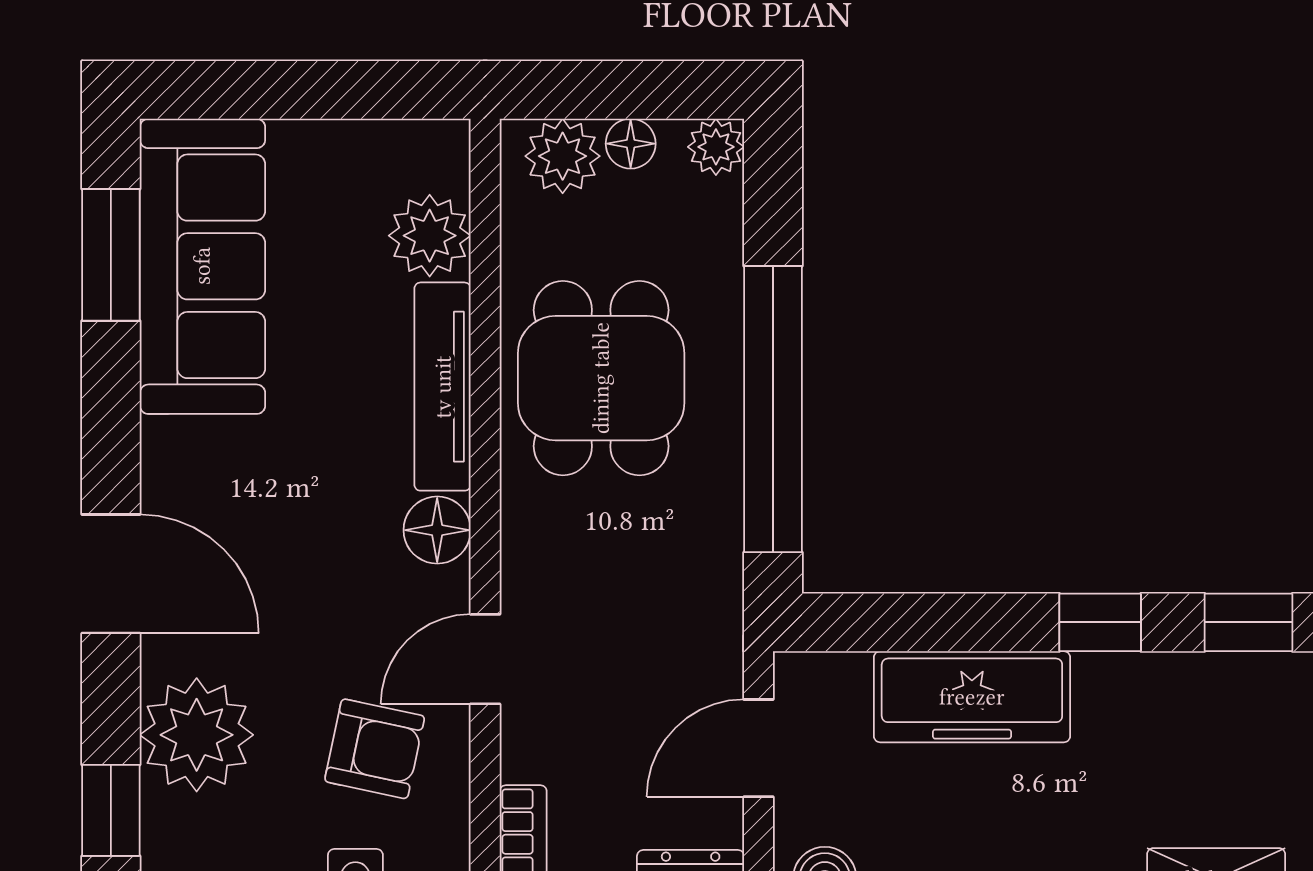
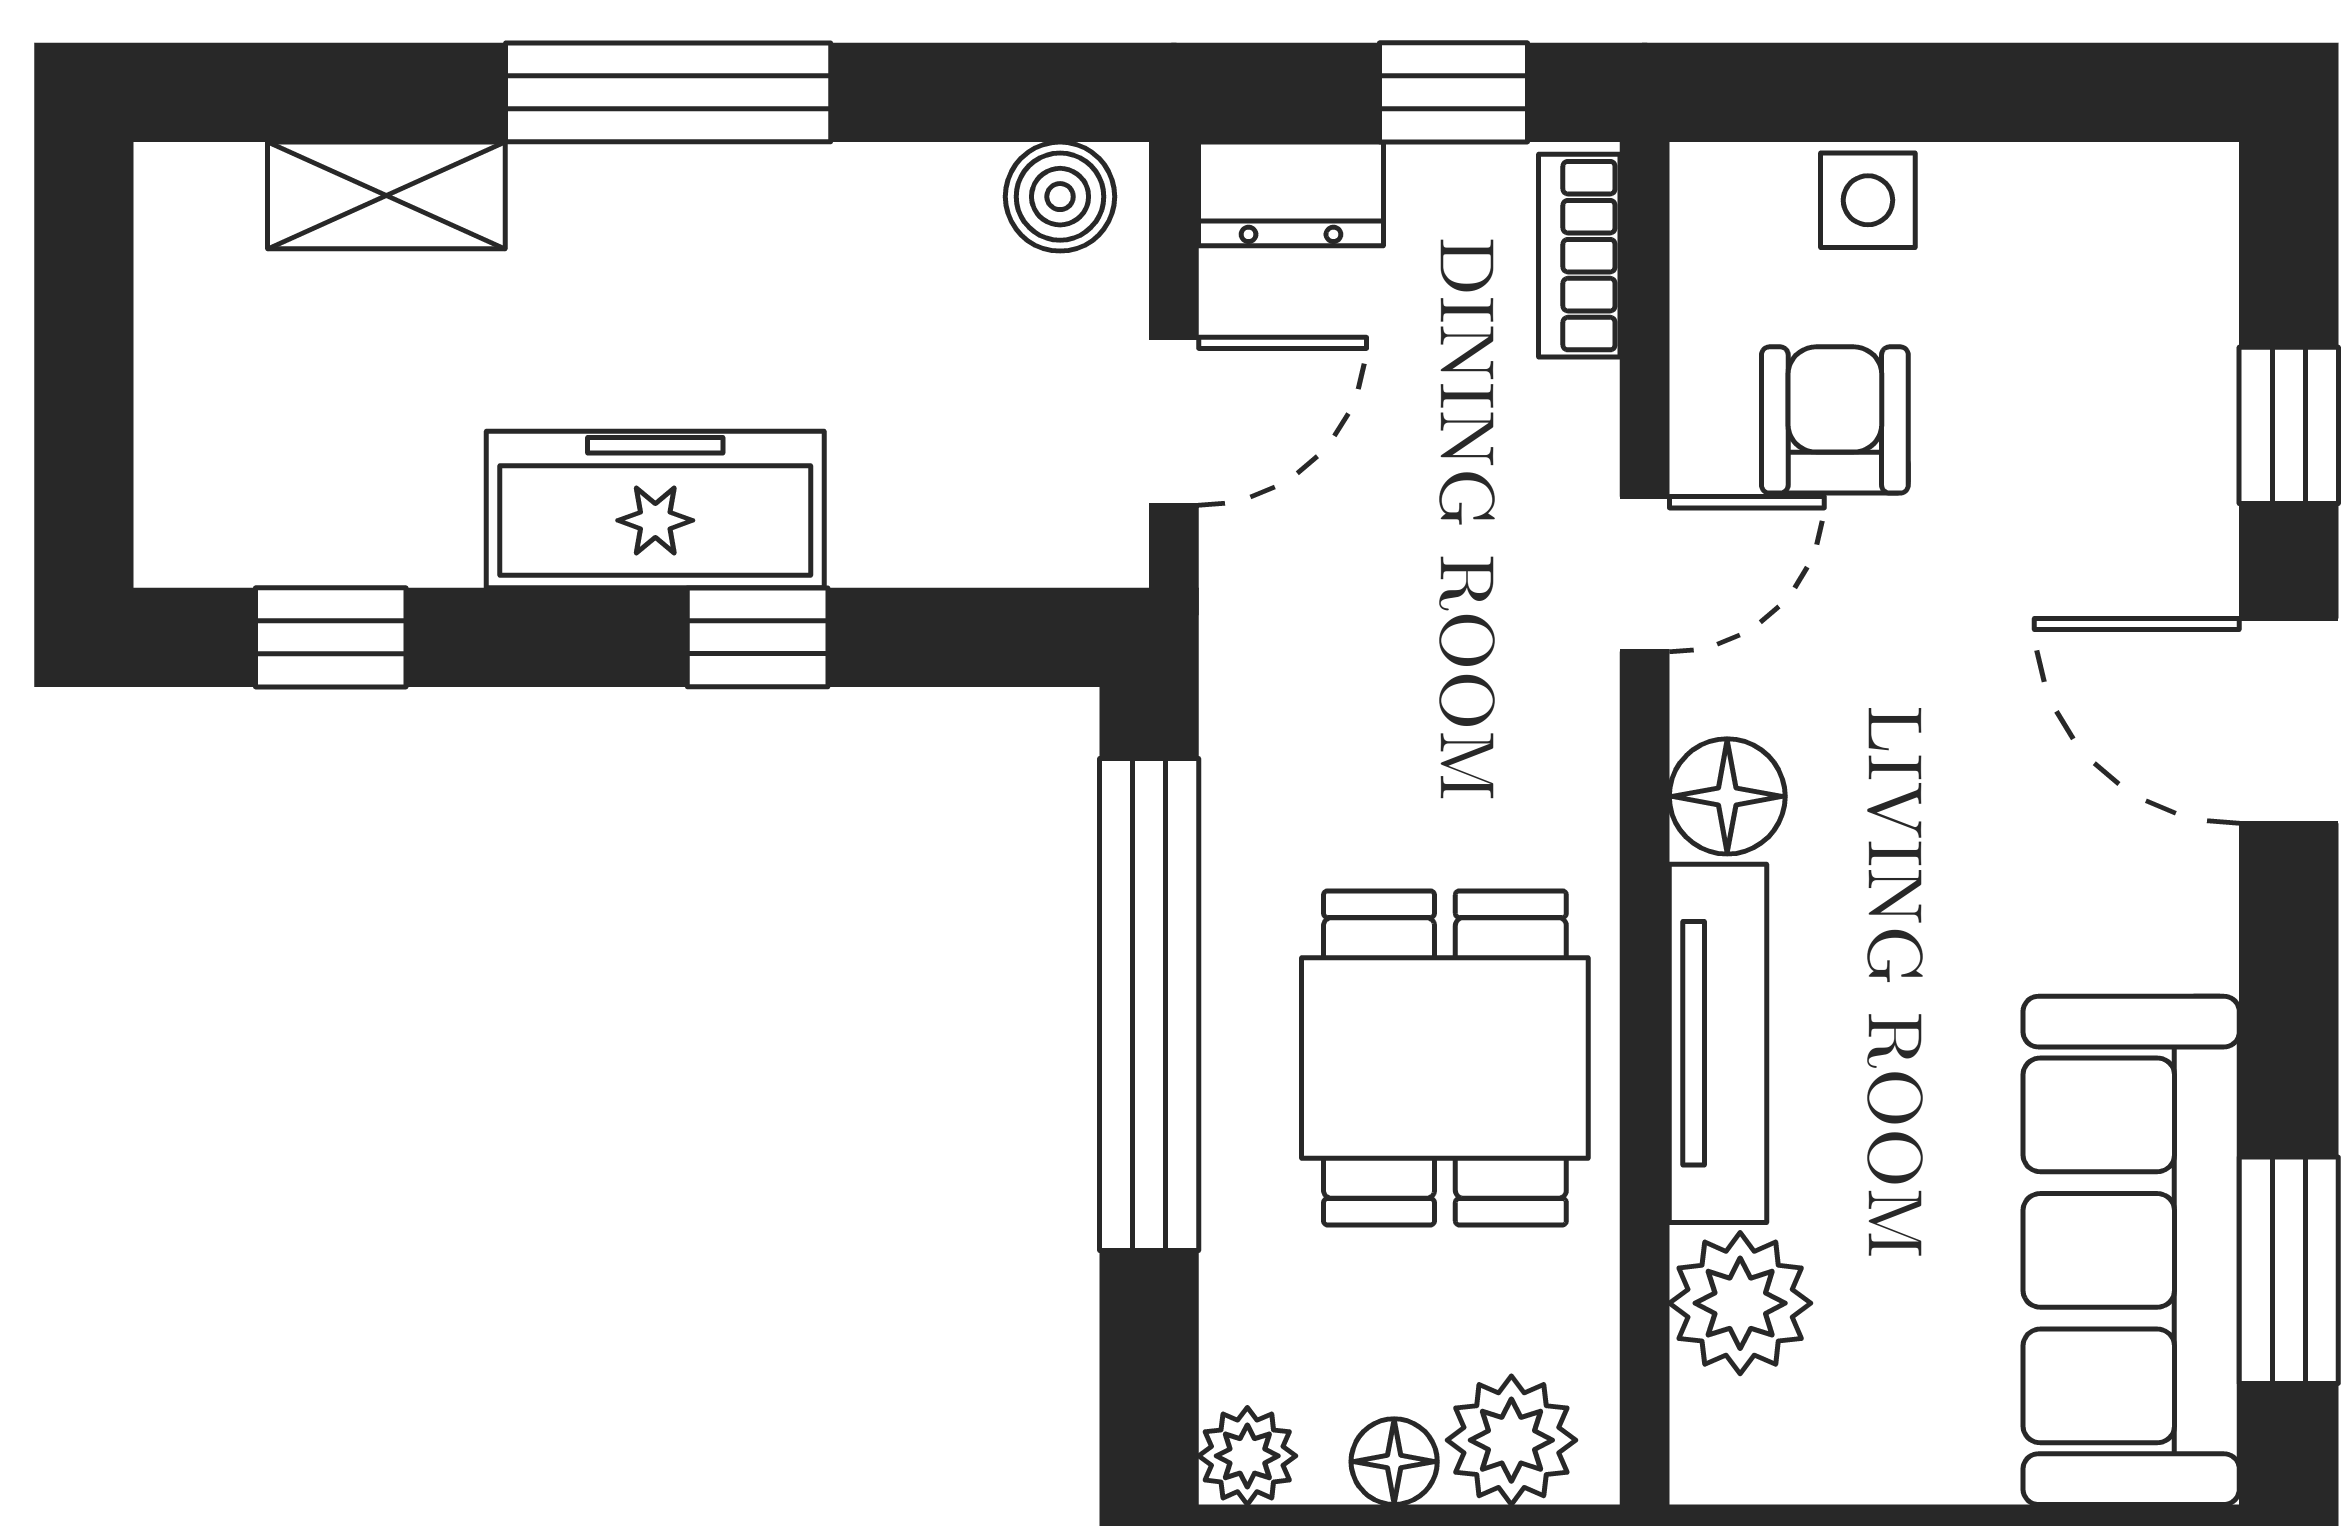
window: (1100, 622) -> (758, 637), moved
freezer: (972, 697) -> (655, 510), moved
plant: (197, 735) -> (2141, 444), removed
armchair: (375, 749) -> (1835, 420), turned 78
window: (111, 810) -> (2289, 425), moved

